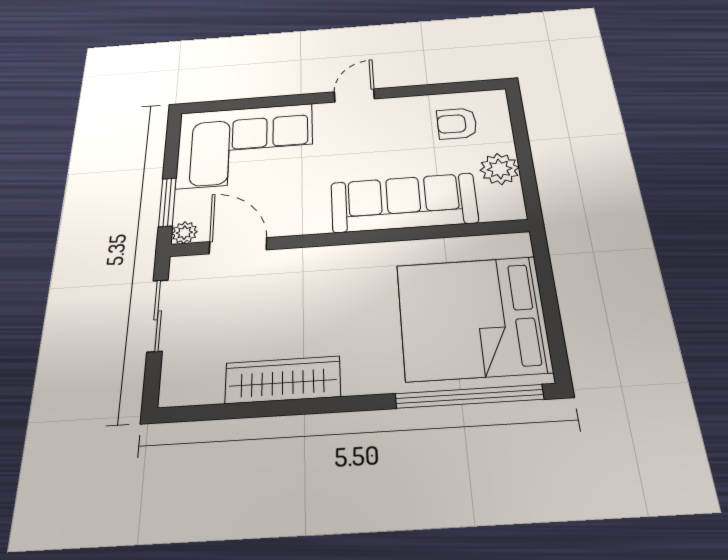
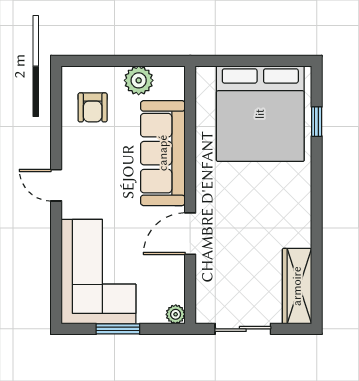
window: (167, 202) -> (118, 329), moved
door: (238, 246) -> (190, 234), moved
wardrobe: (283, 380) -> (297, 286), moved
window: (469, 396) -> (317, 122), width x0.32

